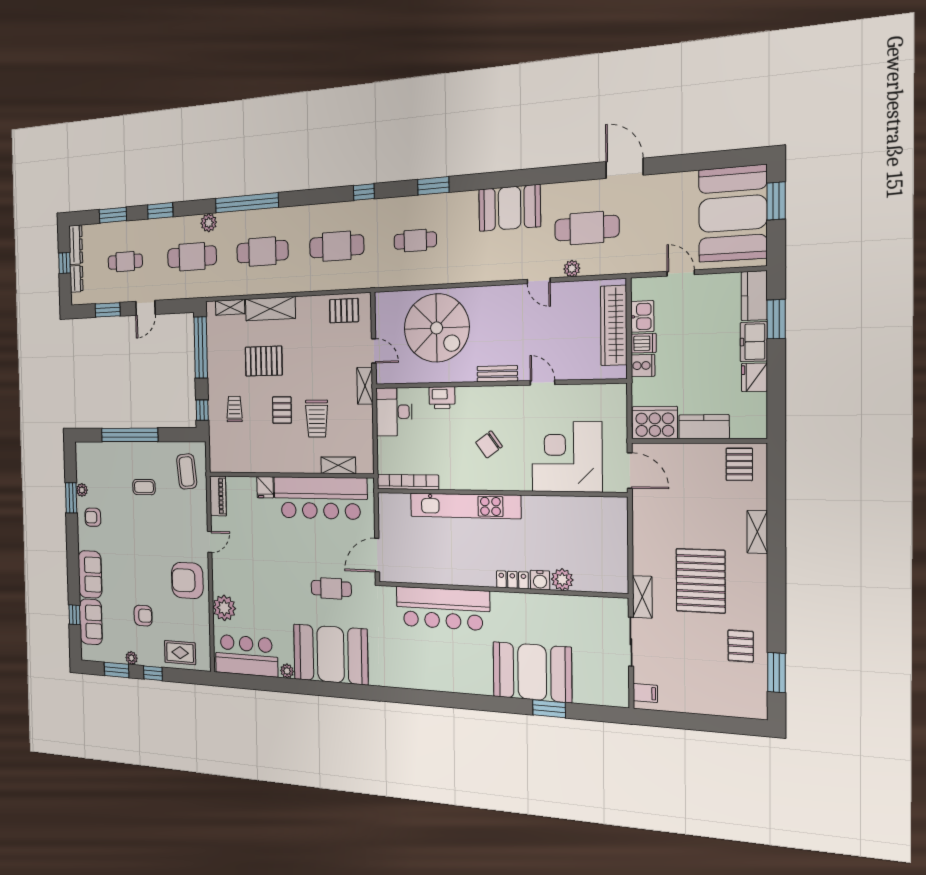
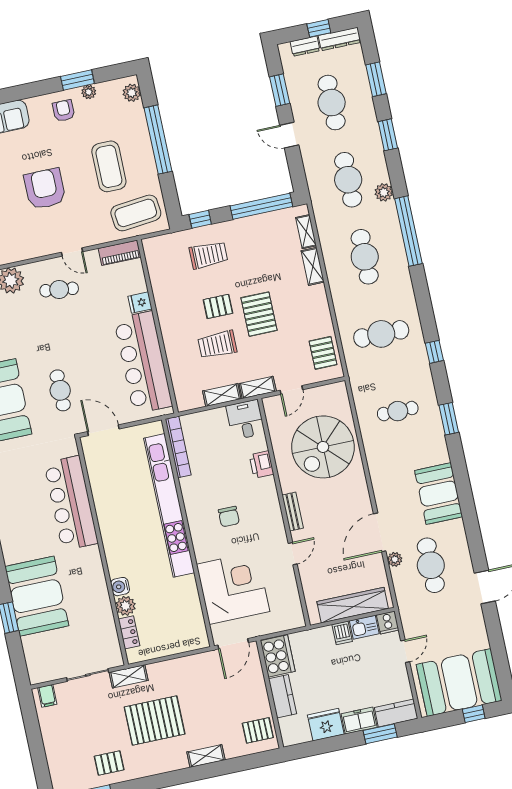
window: (776, 201) -> (474, 714), width x0.67
cafe table: (415, 241) -> (398, 411), turned 90
cafe table: (337, 246) -> (381, 334), turned 90
cafe table: (125, 262) -> (332, 103), width x1.37, depth x1.35
door: (539, 281) -> (380, 532), width x1.87
shelving: (270, 309) -> (313, 266), width x0.67, depth x0.75
pallet: (264, 361) -> (259, 314), moved
cooker: (643, 366) -> (388, 623), moved
fridge: (754, 377) -> (326, 725), width x1.36, depth x1.34
trolley: (234, 409) -> (209, 255), width x1.36, depth x1.39
desk: (394, 412) -> (245, 420), width x0.73
chair: (489, 444) -> (229, 517), turned -144
plant: (89, 450) -> (132, 93), added
shelving: (338, 465) -> (222, 395), moved, turned 90
coffee table: (187, 471) -> (136, 213), width x1.36, depth x1.32
coffee table: (144, 487) -> (109, 166), width x1.86, depth x1.72
kitchen unit: (465, 506) -> (169, 505), width x1.36
cafe table: (240, 564) -> (59, 290), added
armchair: (187, 580) -> (45, 189), moved
locker: (512, 580) -> (129, 632), moved

